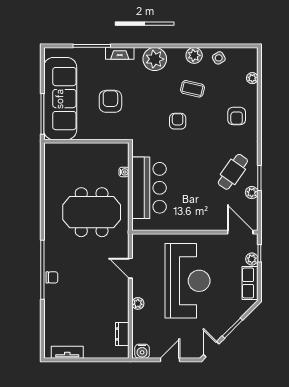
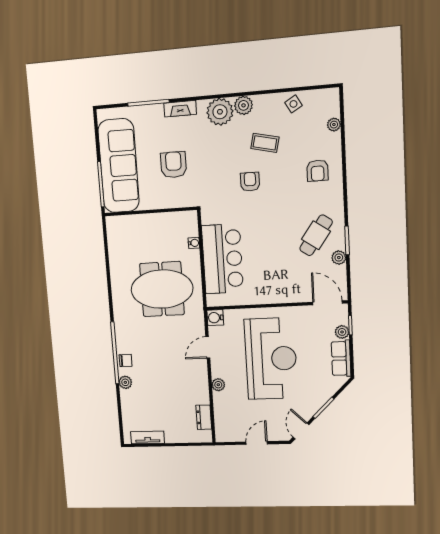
plant: (194, 55) -> (244, 105), moved
door: (130, 268) -> (208, 347), hinge flipped
plant: (50, 298) -> (125, 382), added
water cooler: (142, 351) -> (215, 318), moved, turned 90

